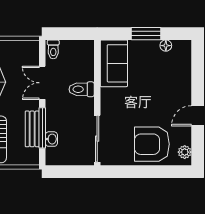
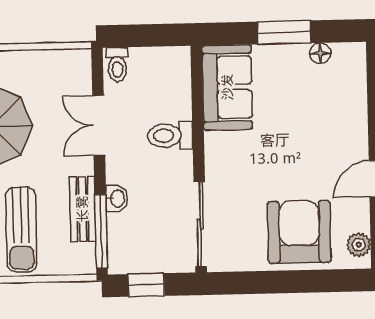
window: (42, 128) -> (101, 231), moved
washbasin: (51, 139) -> (117, 198), moved
armchair: (152, 144) -> (299, 232), turned 90
window: (67, 172) -> (146, 285), added

